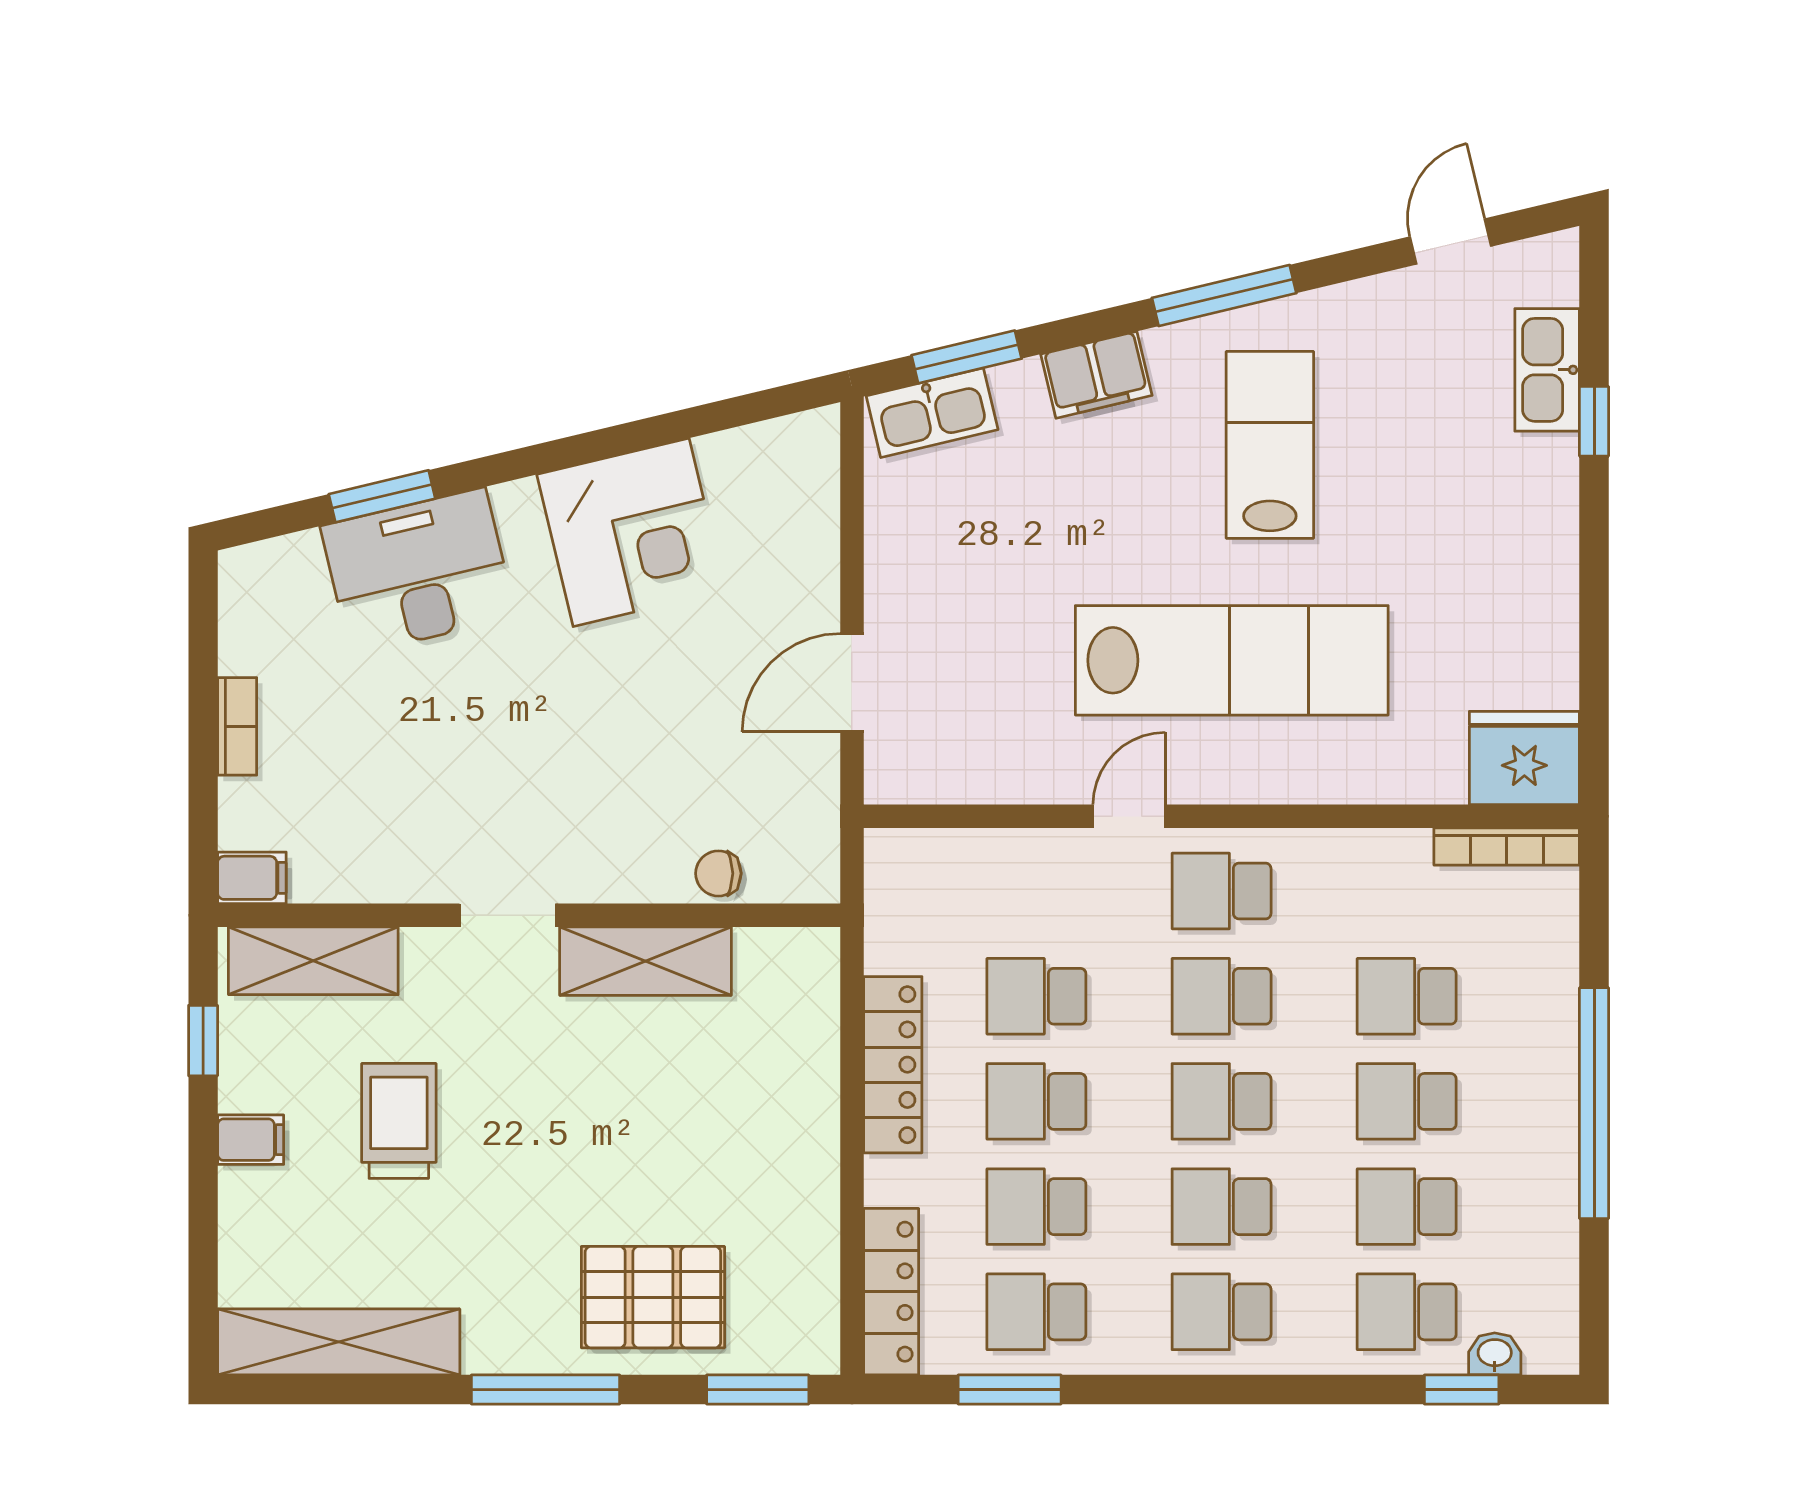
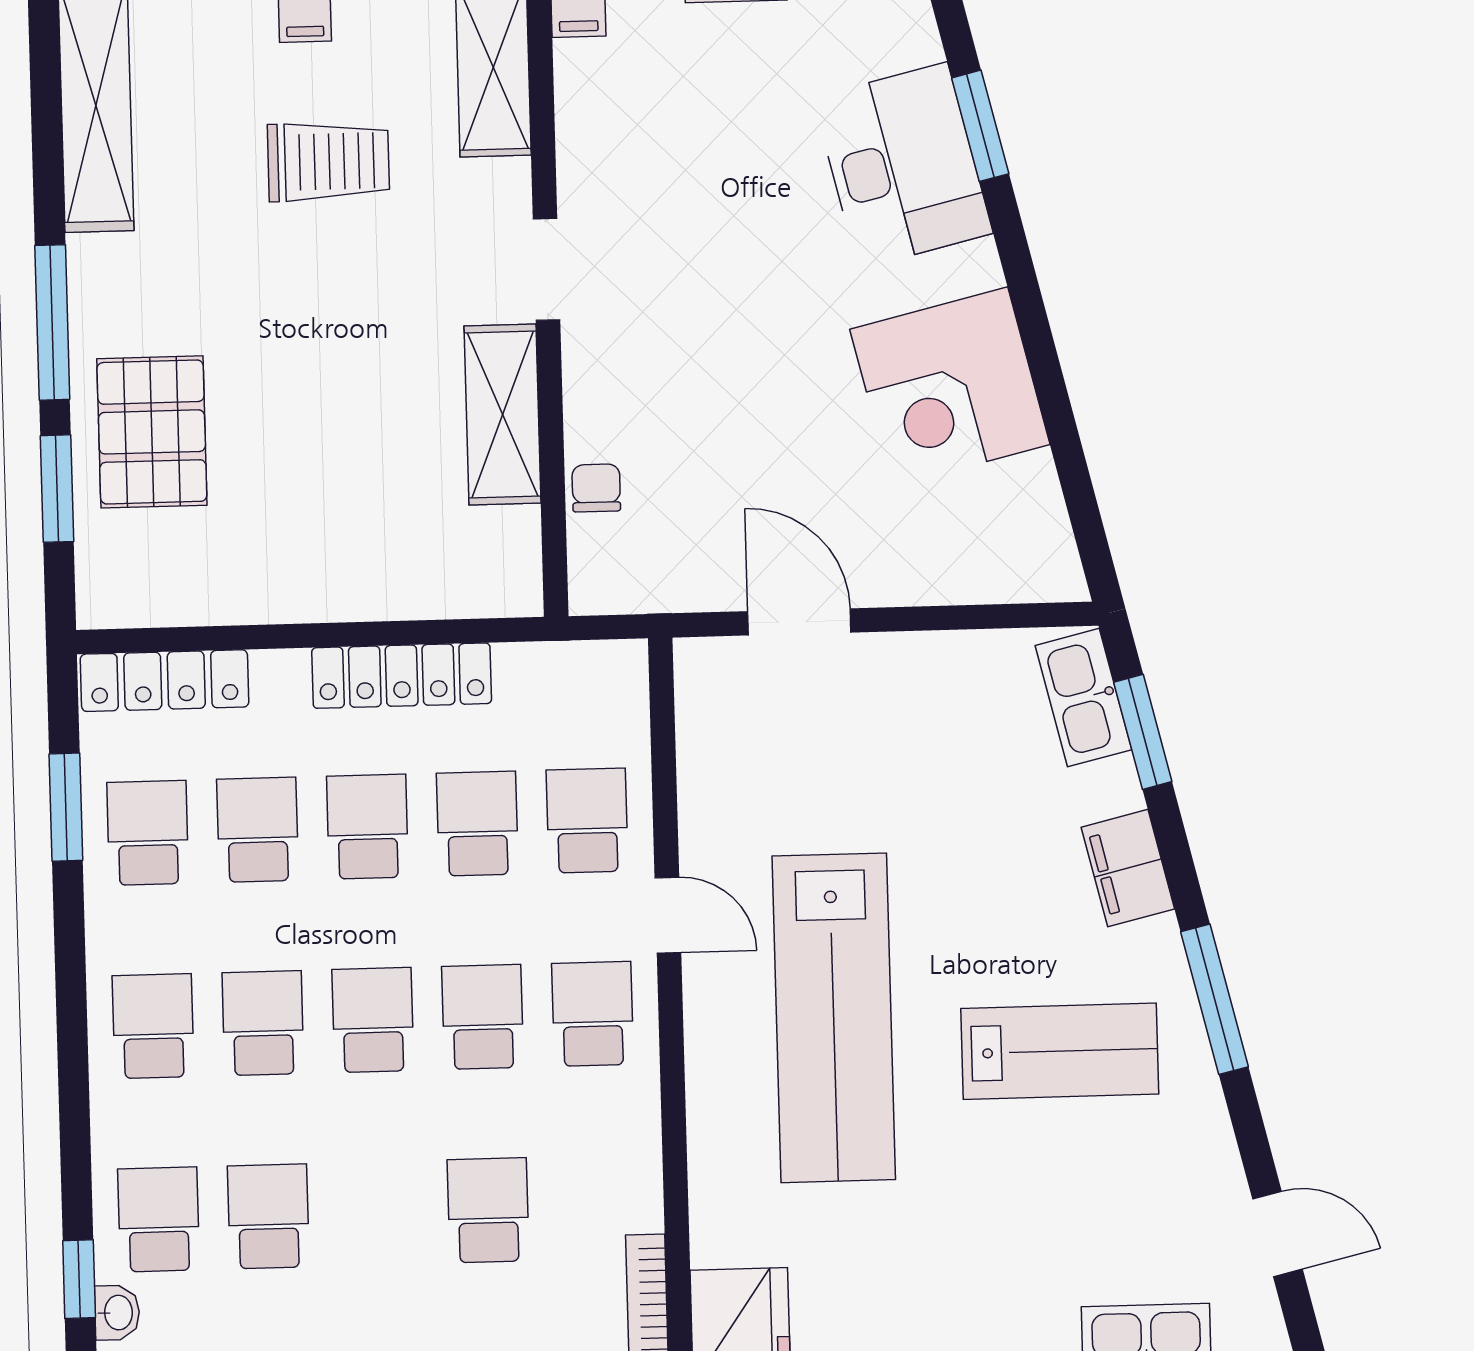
school desk: (1407, 1101) -> (587, 821), moved
window: (758, 1390) -> (57, 489), moved

